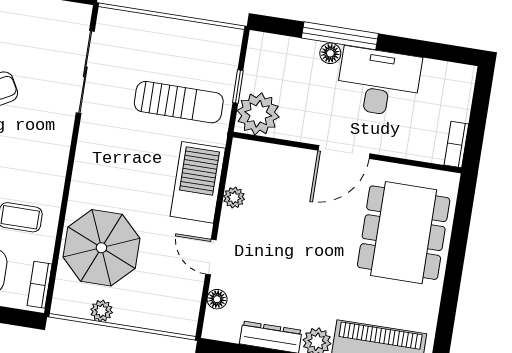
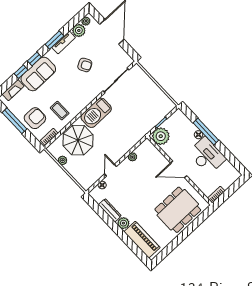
sun lounger: (179, 102) -> (138, 113), removed
barbecue: (198, 182) -> (96, 113), moved, turned 180

